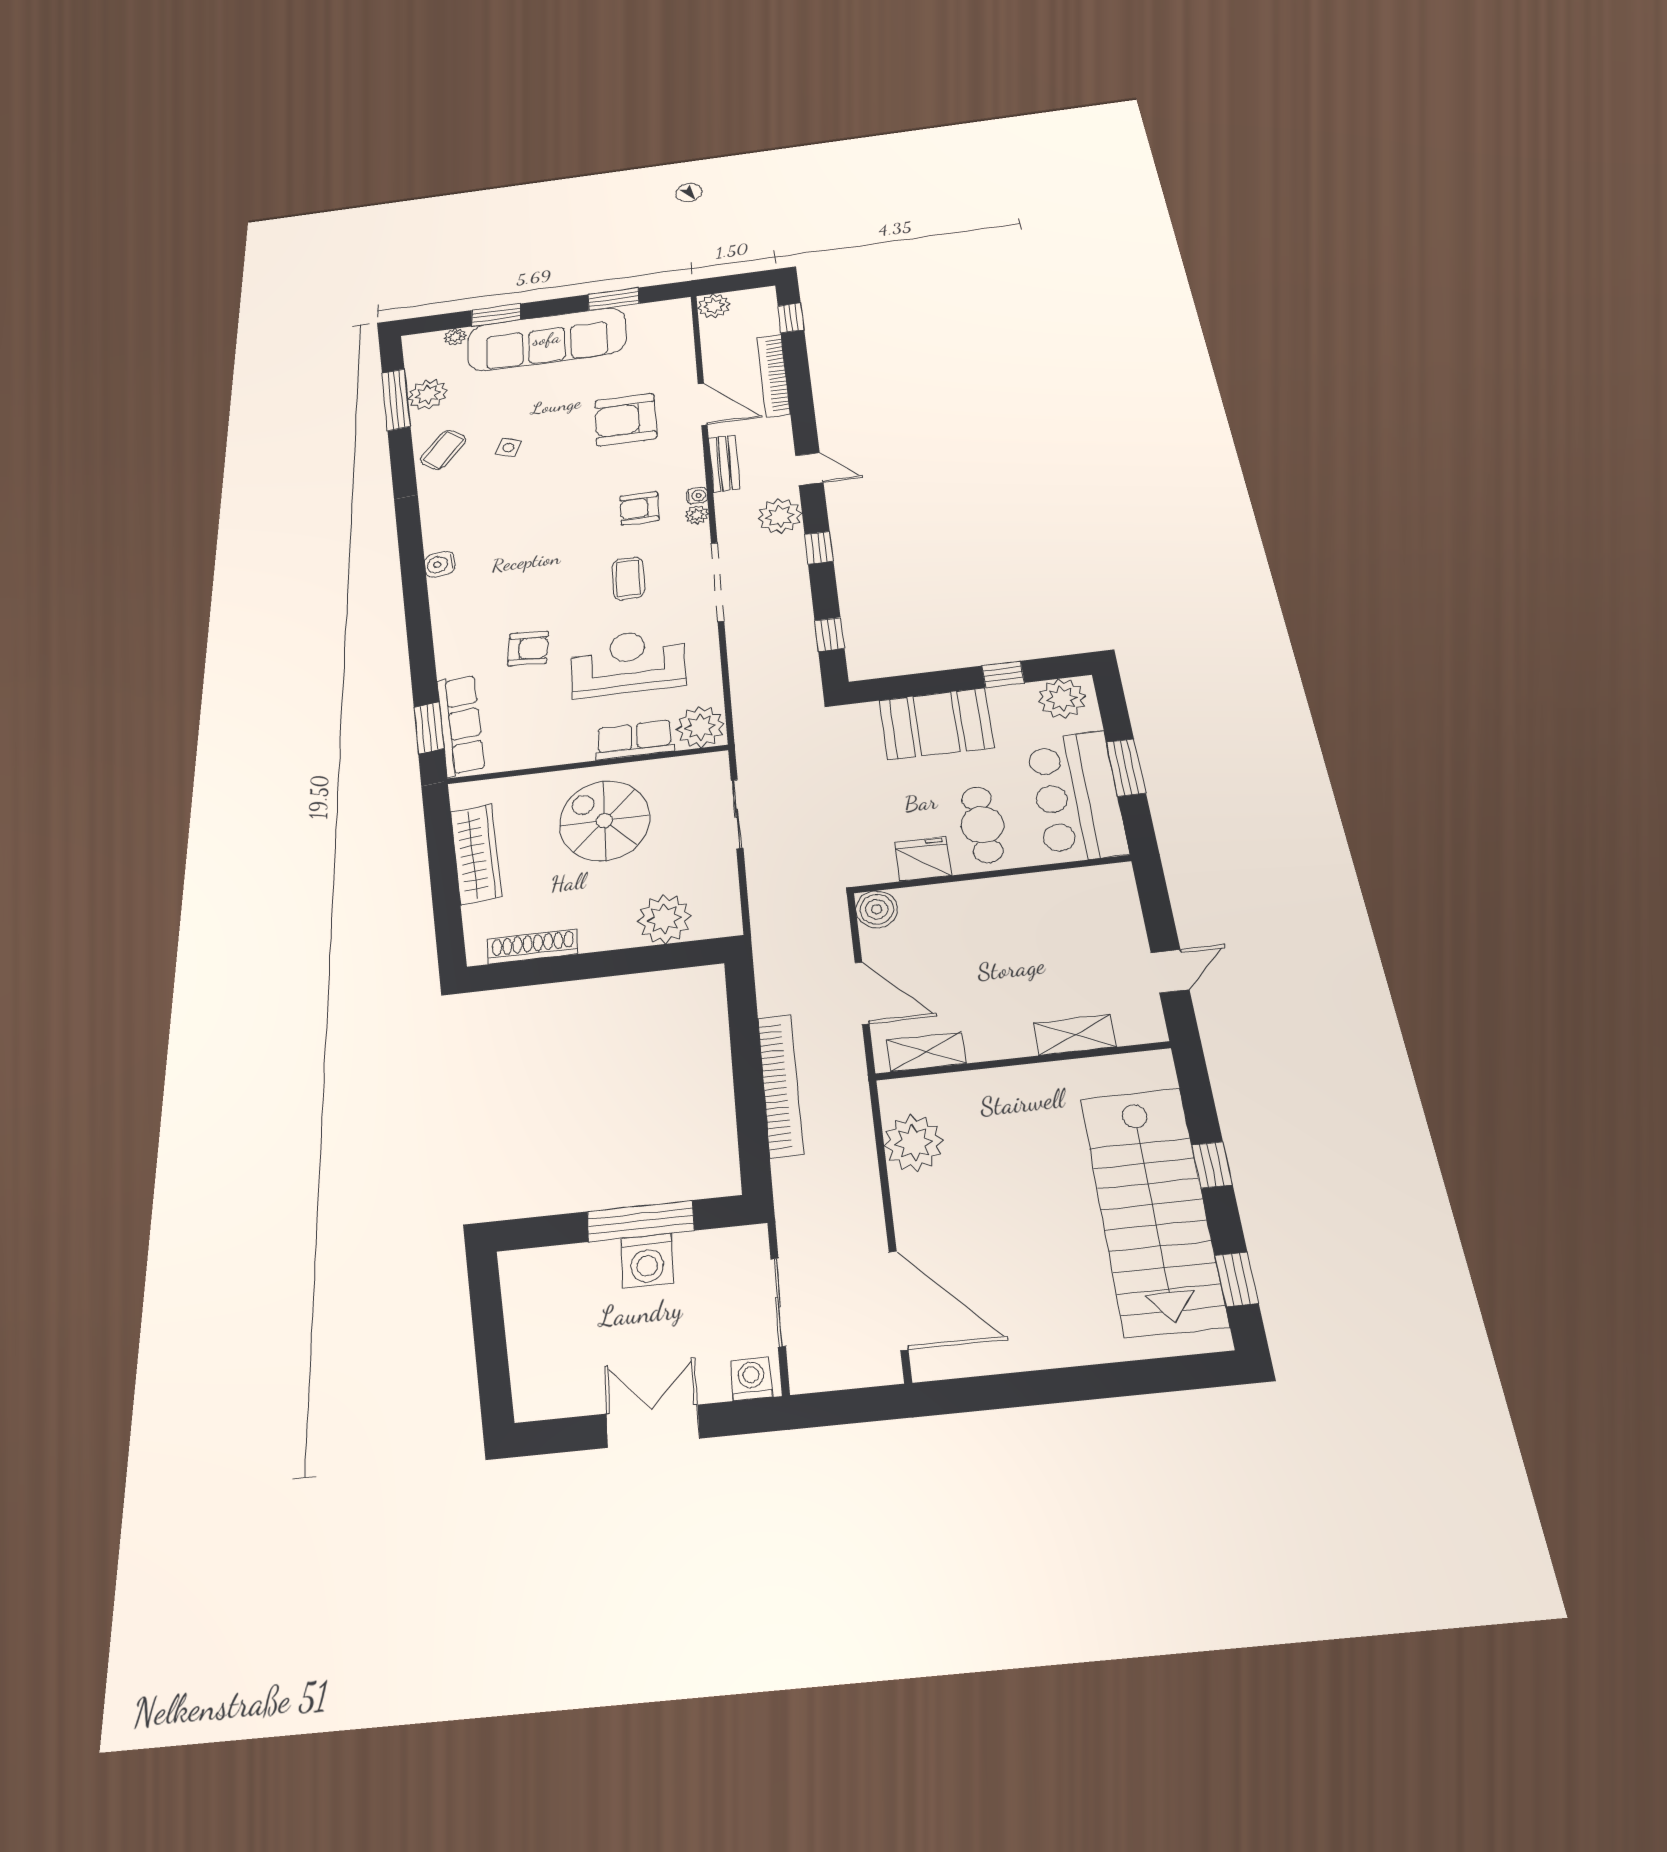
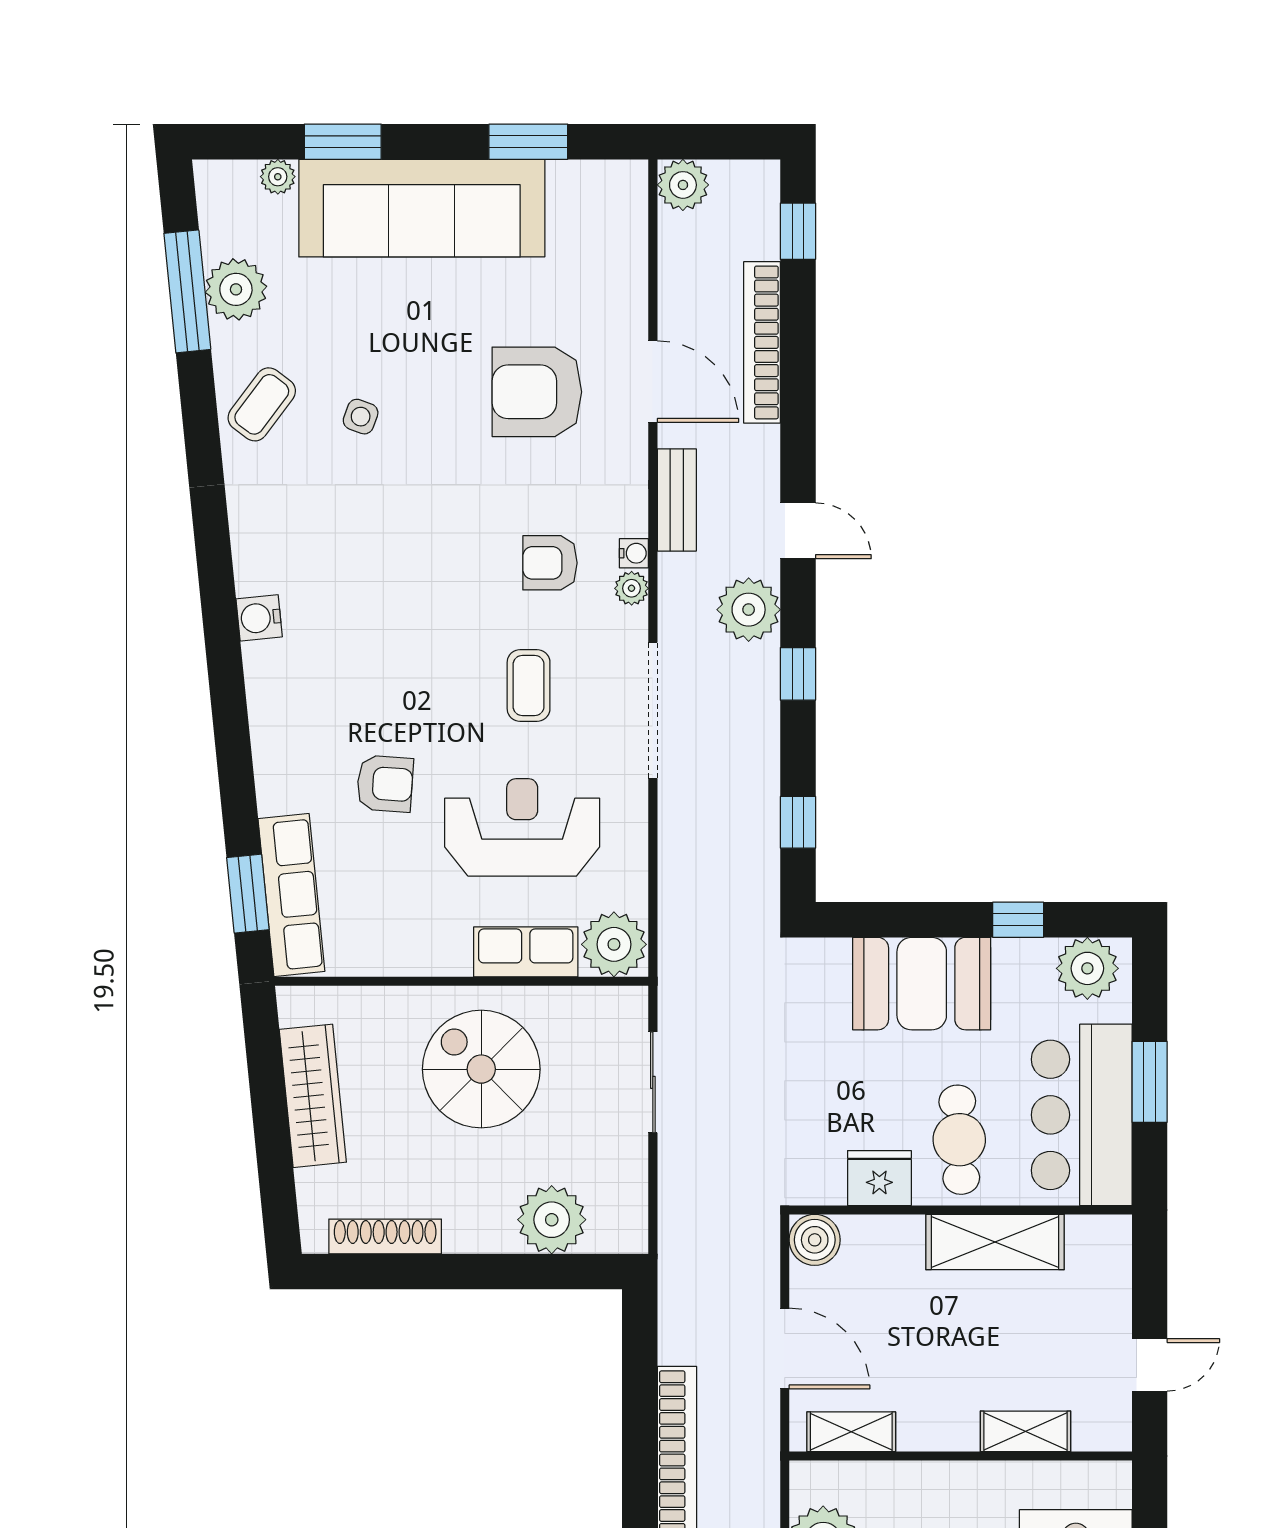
shelving: (1023, 894) -> (995, 1242), added

